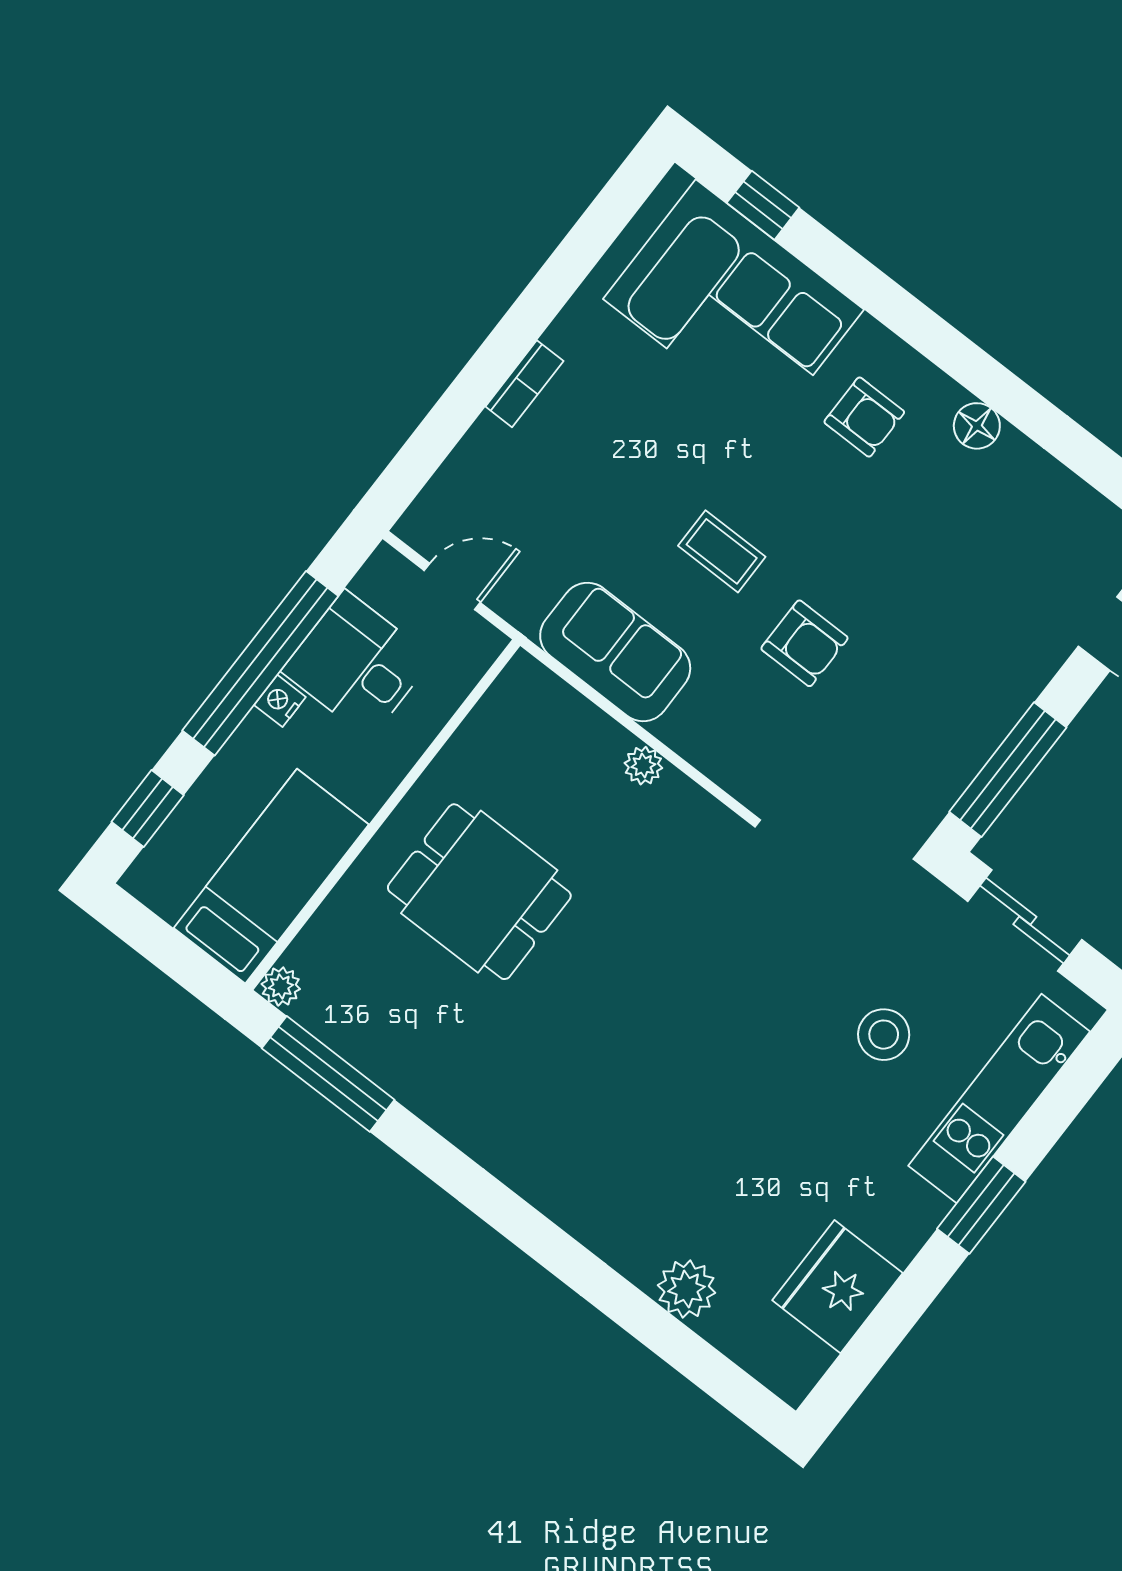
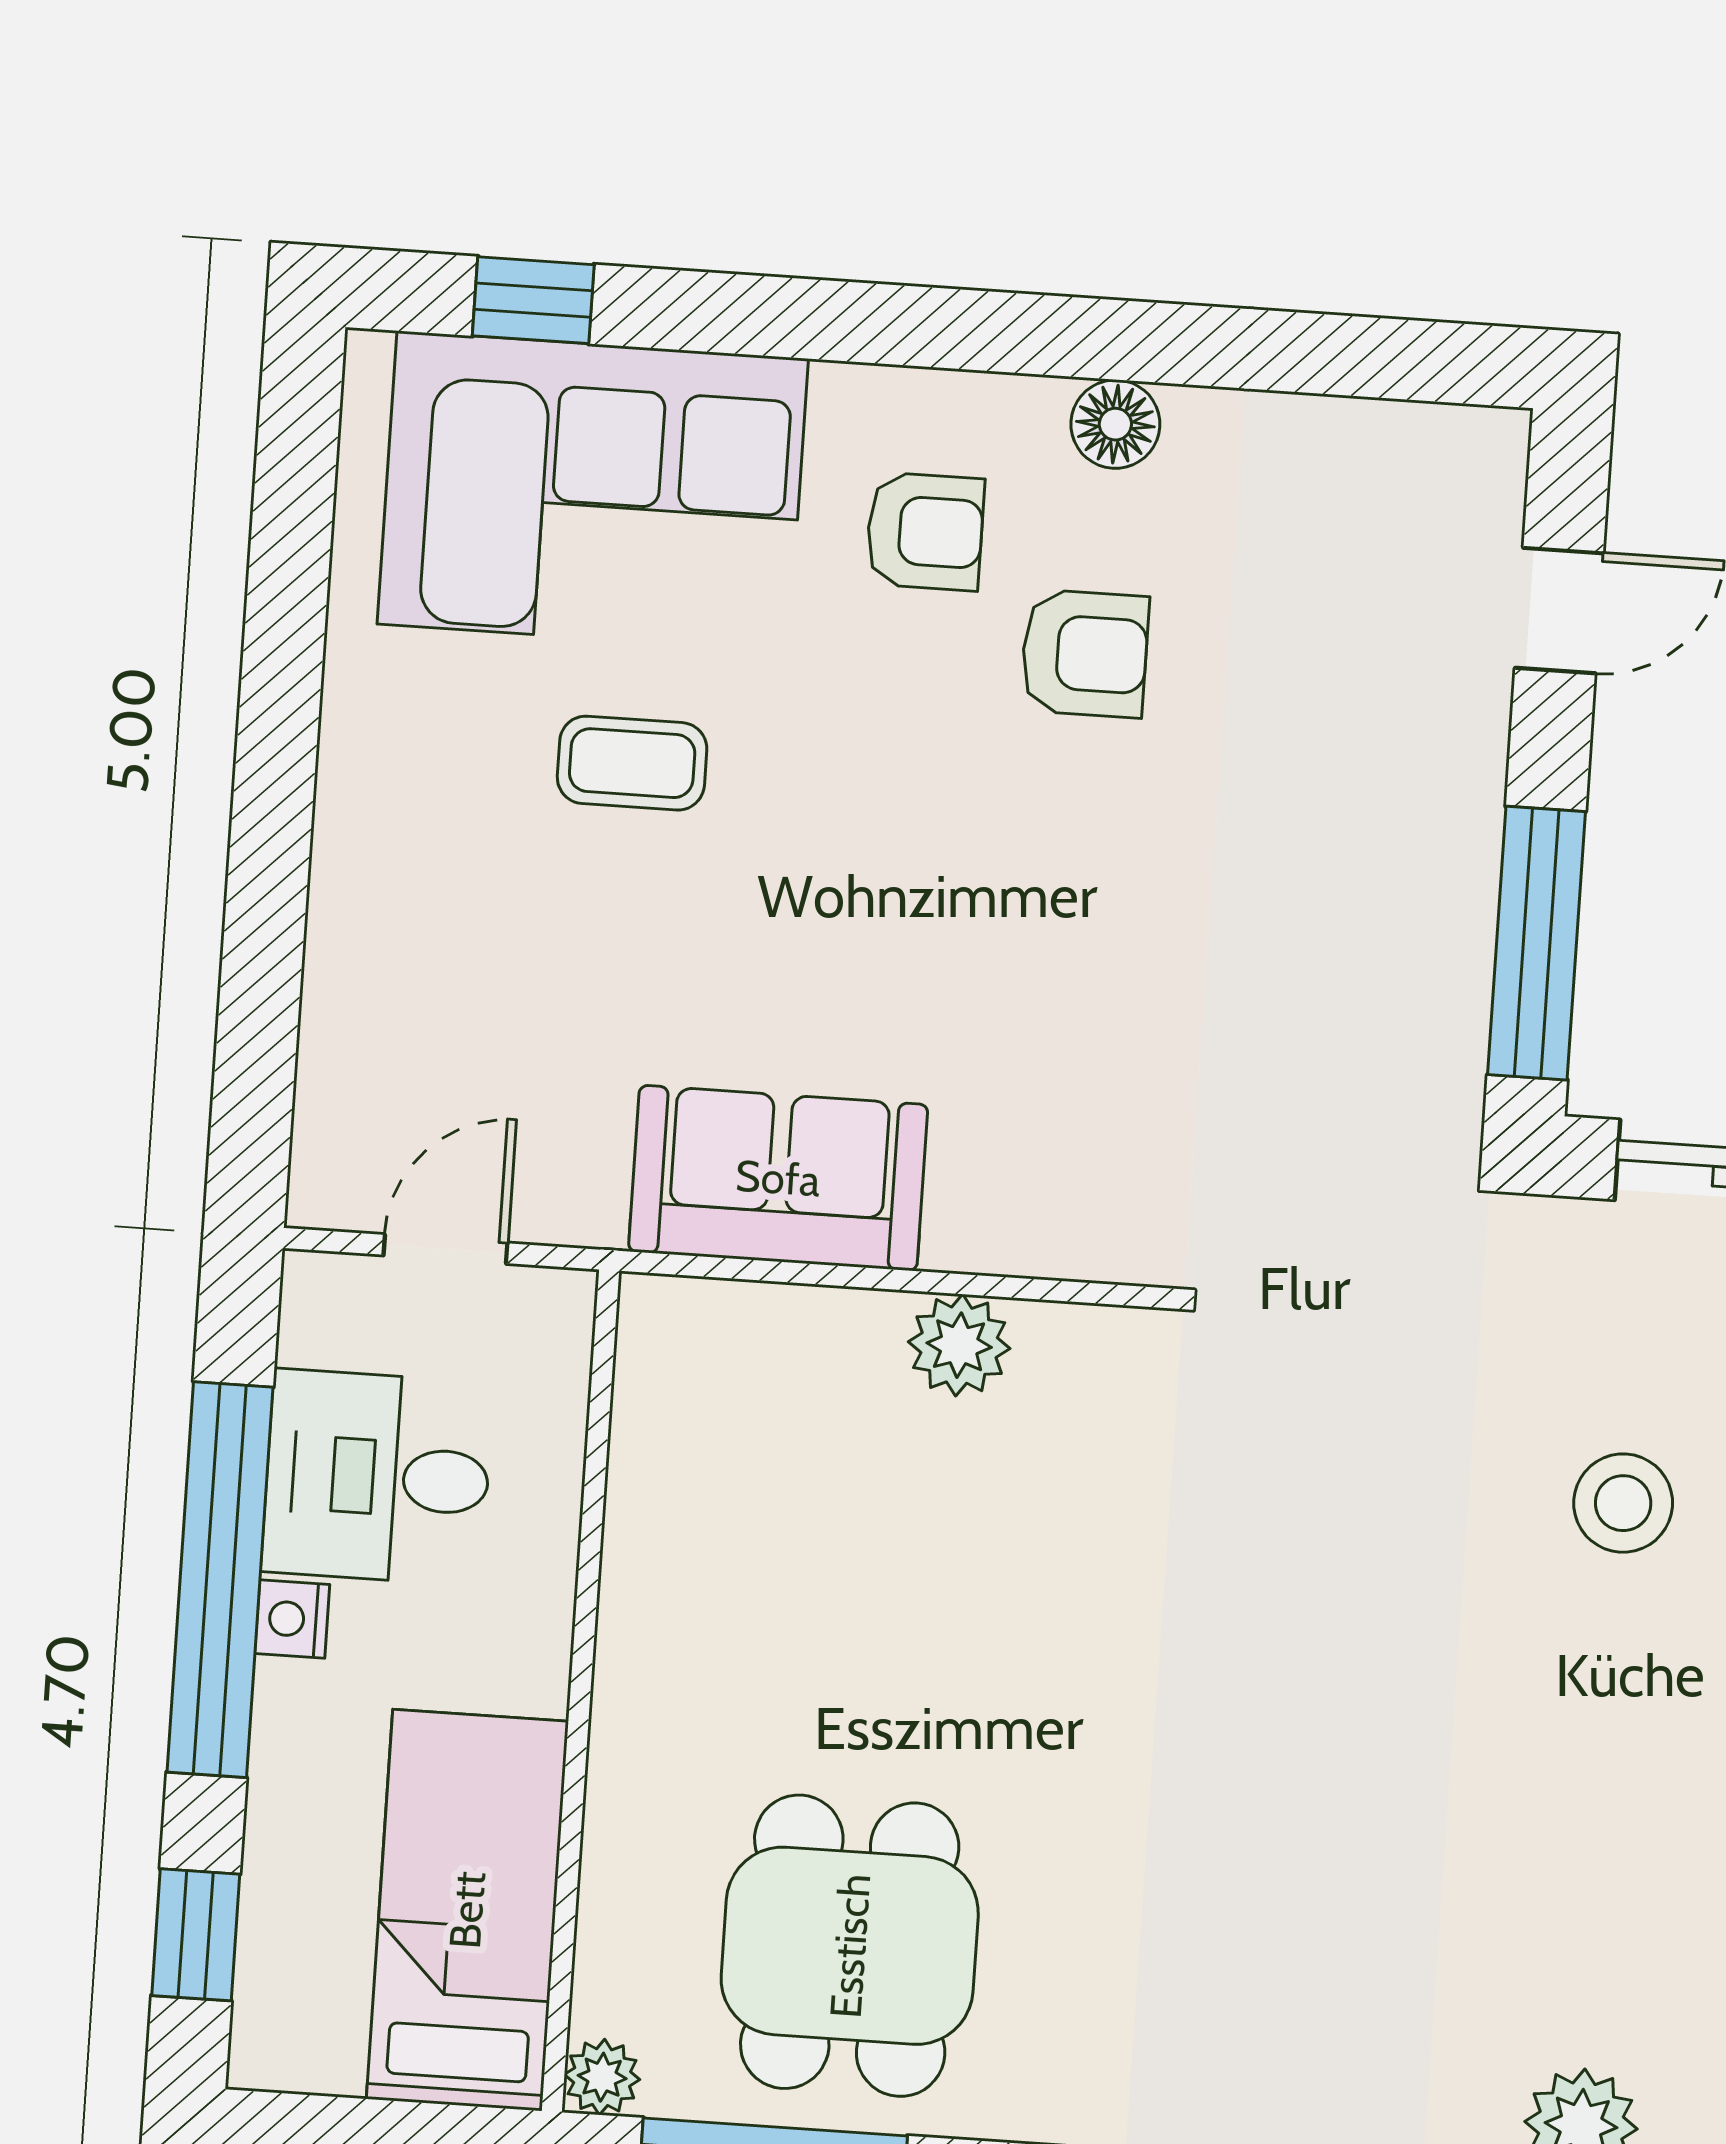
bookcase: (524, 384) -> (343, 845), removed
coffee table: (722, 551) -> (632, 763), moved
armchair: (804, 643) -> (1085, 654), moved
plant: (643, 766) -> (959, 1345), width x1.38, depth x1.38
dining table: (479, 892) -> (850, 1946), moved, turned 90

